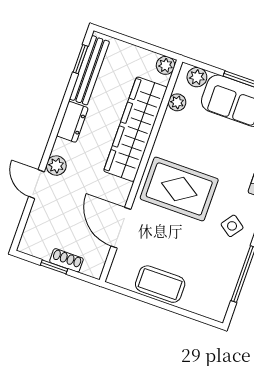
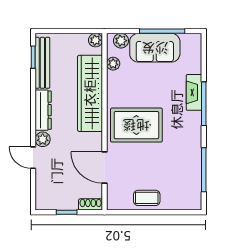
dresser: (72, 122) -> (43, 110), width x1.44
side table: (232, 226) -> (184, 138), removed
shoe rack: (66, 260) -> (91, 204), moved
coffee table: (160, 284) -> (147, 198), width x0.73, depth x0.77

